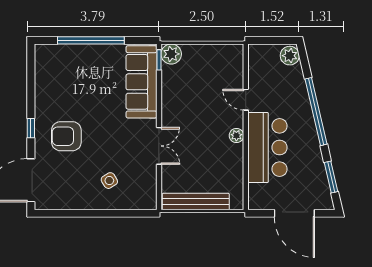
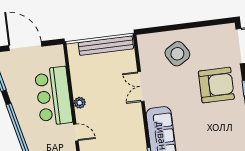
armchair: (66, 136) -> (216, 85), width x1.36, depth x1.36
side table: (109, 181) -> (177, 54), width x1.87, depth x1.87

